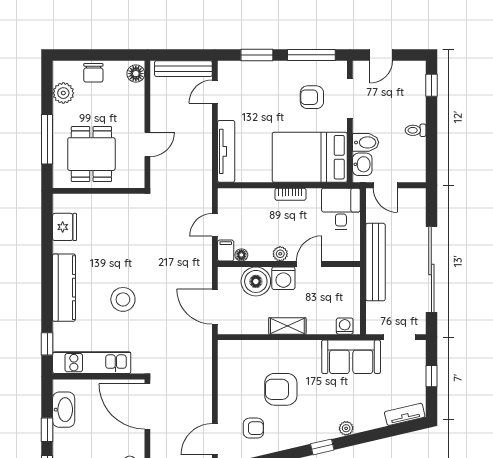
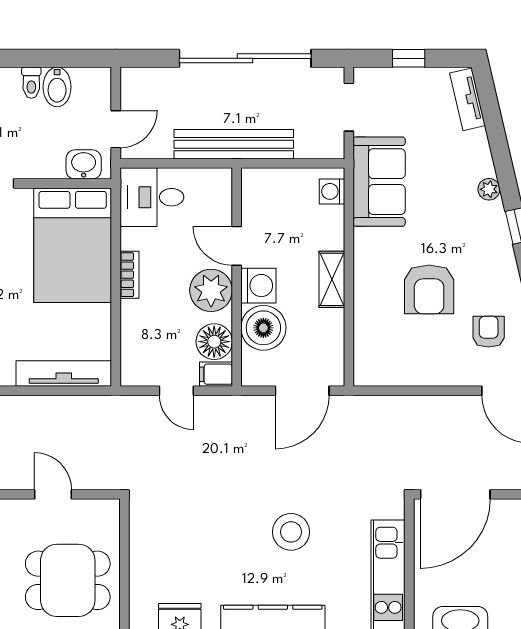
bidet: (366, 142) -> (57, 87), moved, turned 180
plant: (280, 254) -> (211, 290), width x1.87, depth x1.87
floor lamp: (241, 255) -> (214, 342), width x1.89, depth x1.89

